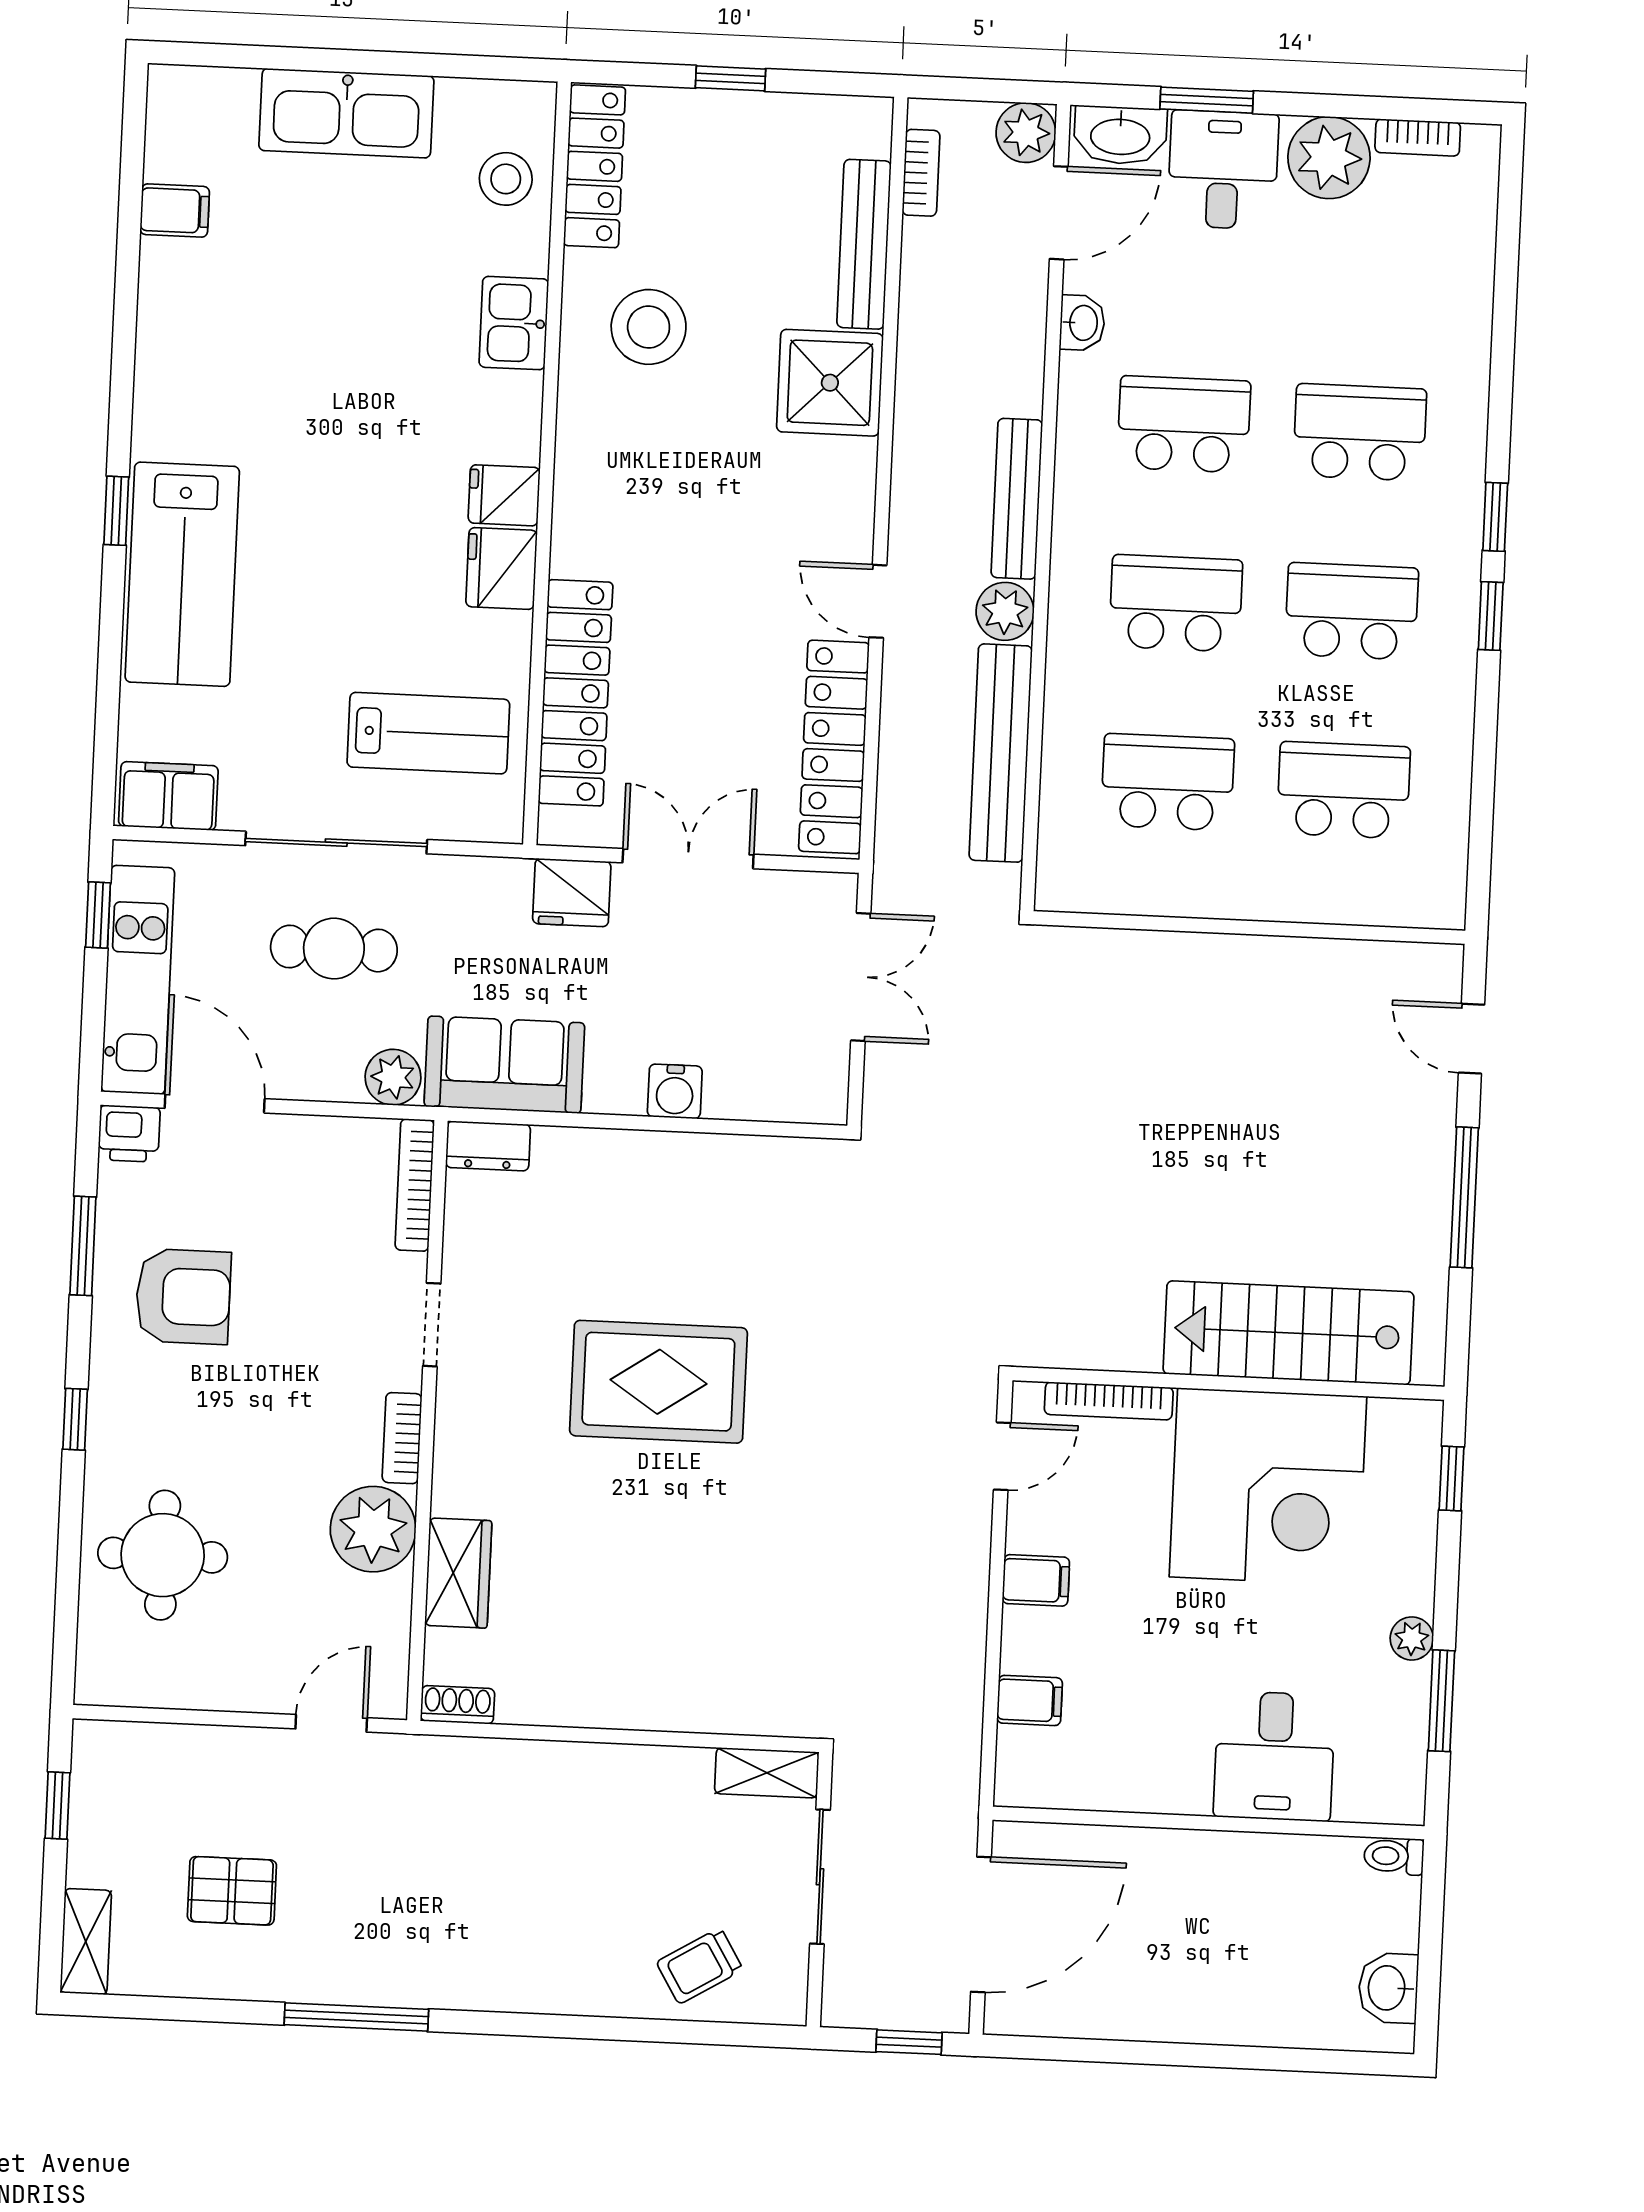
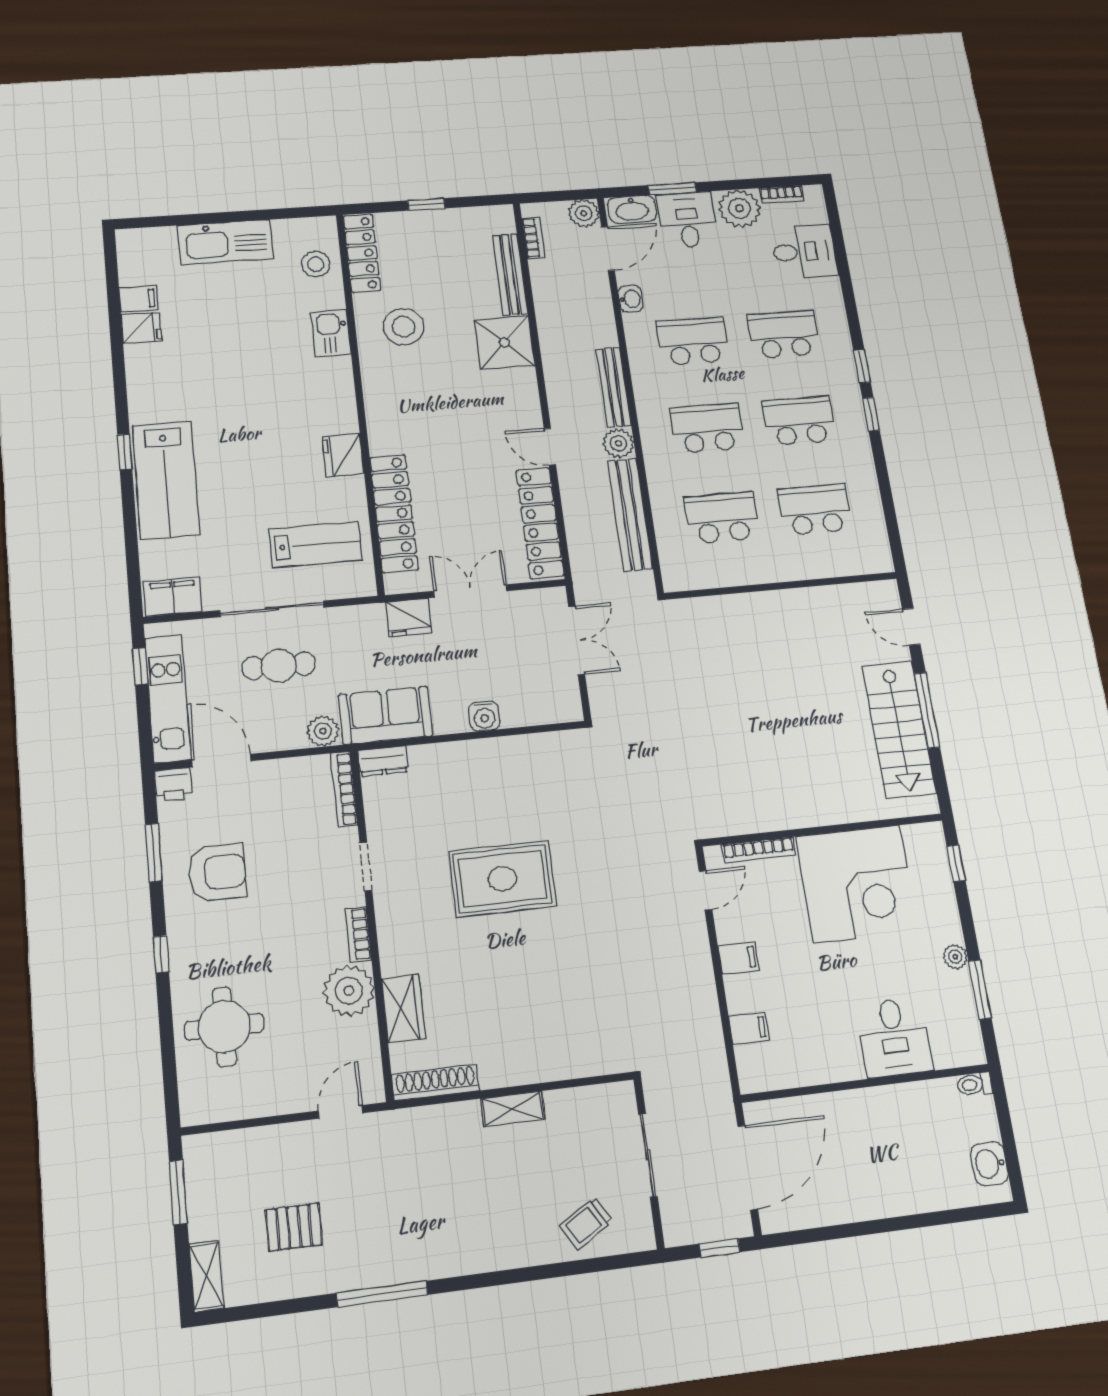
desk: (1436, 265) -> (804, 252), added
fridge: (504, 495) -> (141, 328), moved, turned 180
stairs: (1289, 1333) -> (899, 729), moved, turned -90
shoe rack: (458, 1705) -> (435, 1083), width x1.94, depth x1.24
shelving: (767, 1773) -> (513, 1109), moved
window: (57, 1806) -> (178, 1192), width x1.50

